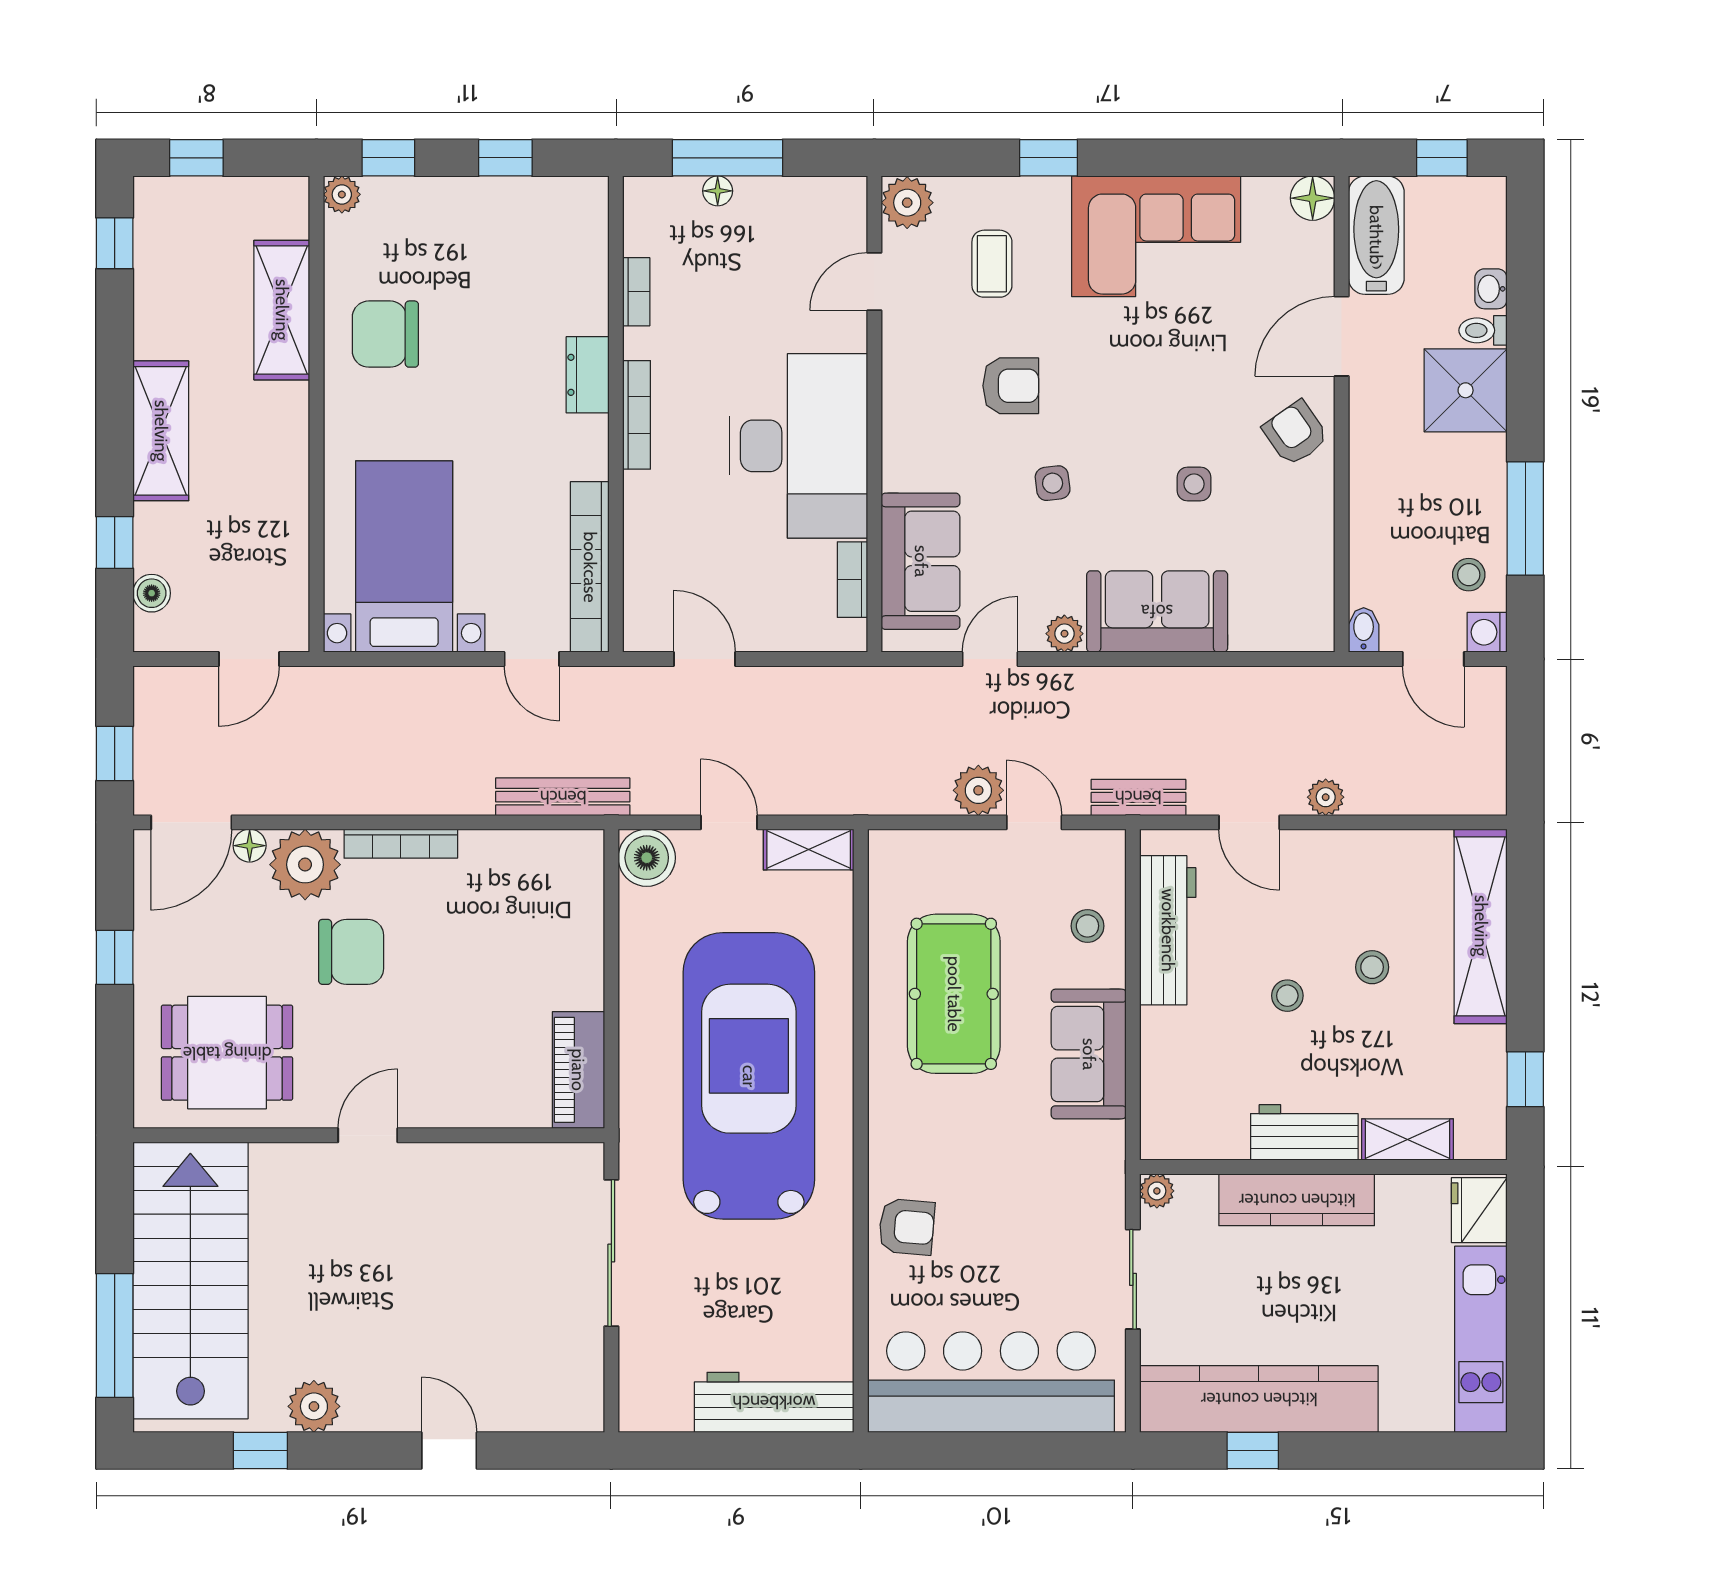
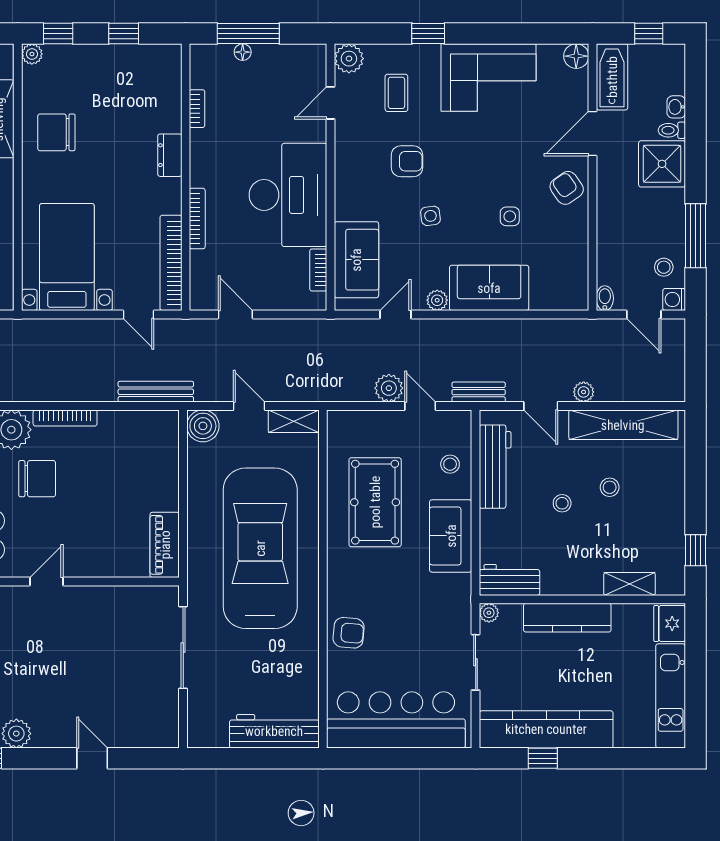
bookcase: (637, 415) -> (197, 219), moved
shelving: (1481, 926) -> (623, 425), moved, turned 90
workbench: (1304, 1132) -> (509, 580), moved

